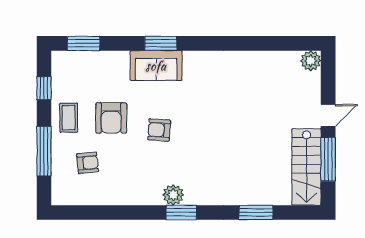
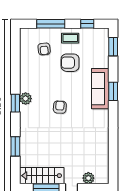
plant: (311, 61) -> (88, 178), moved
sofa: (156, 66) -> (100, 89), width x1.36
armchair: (159, 130) -> (60, 107), moved

